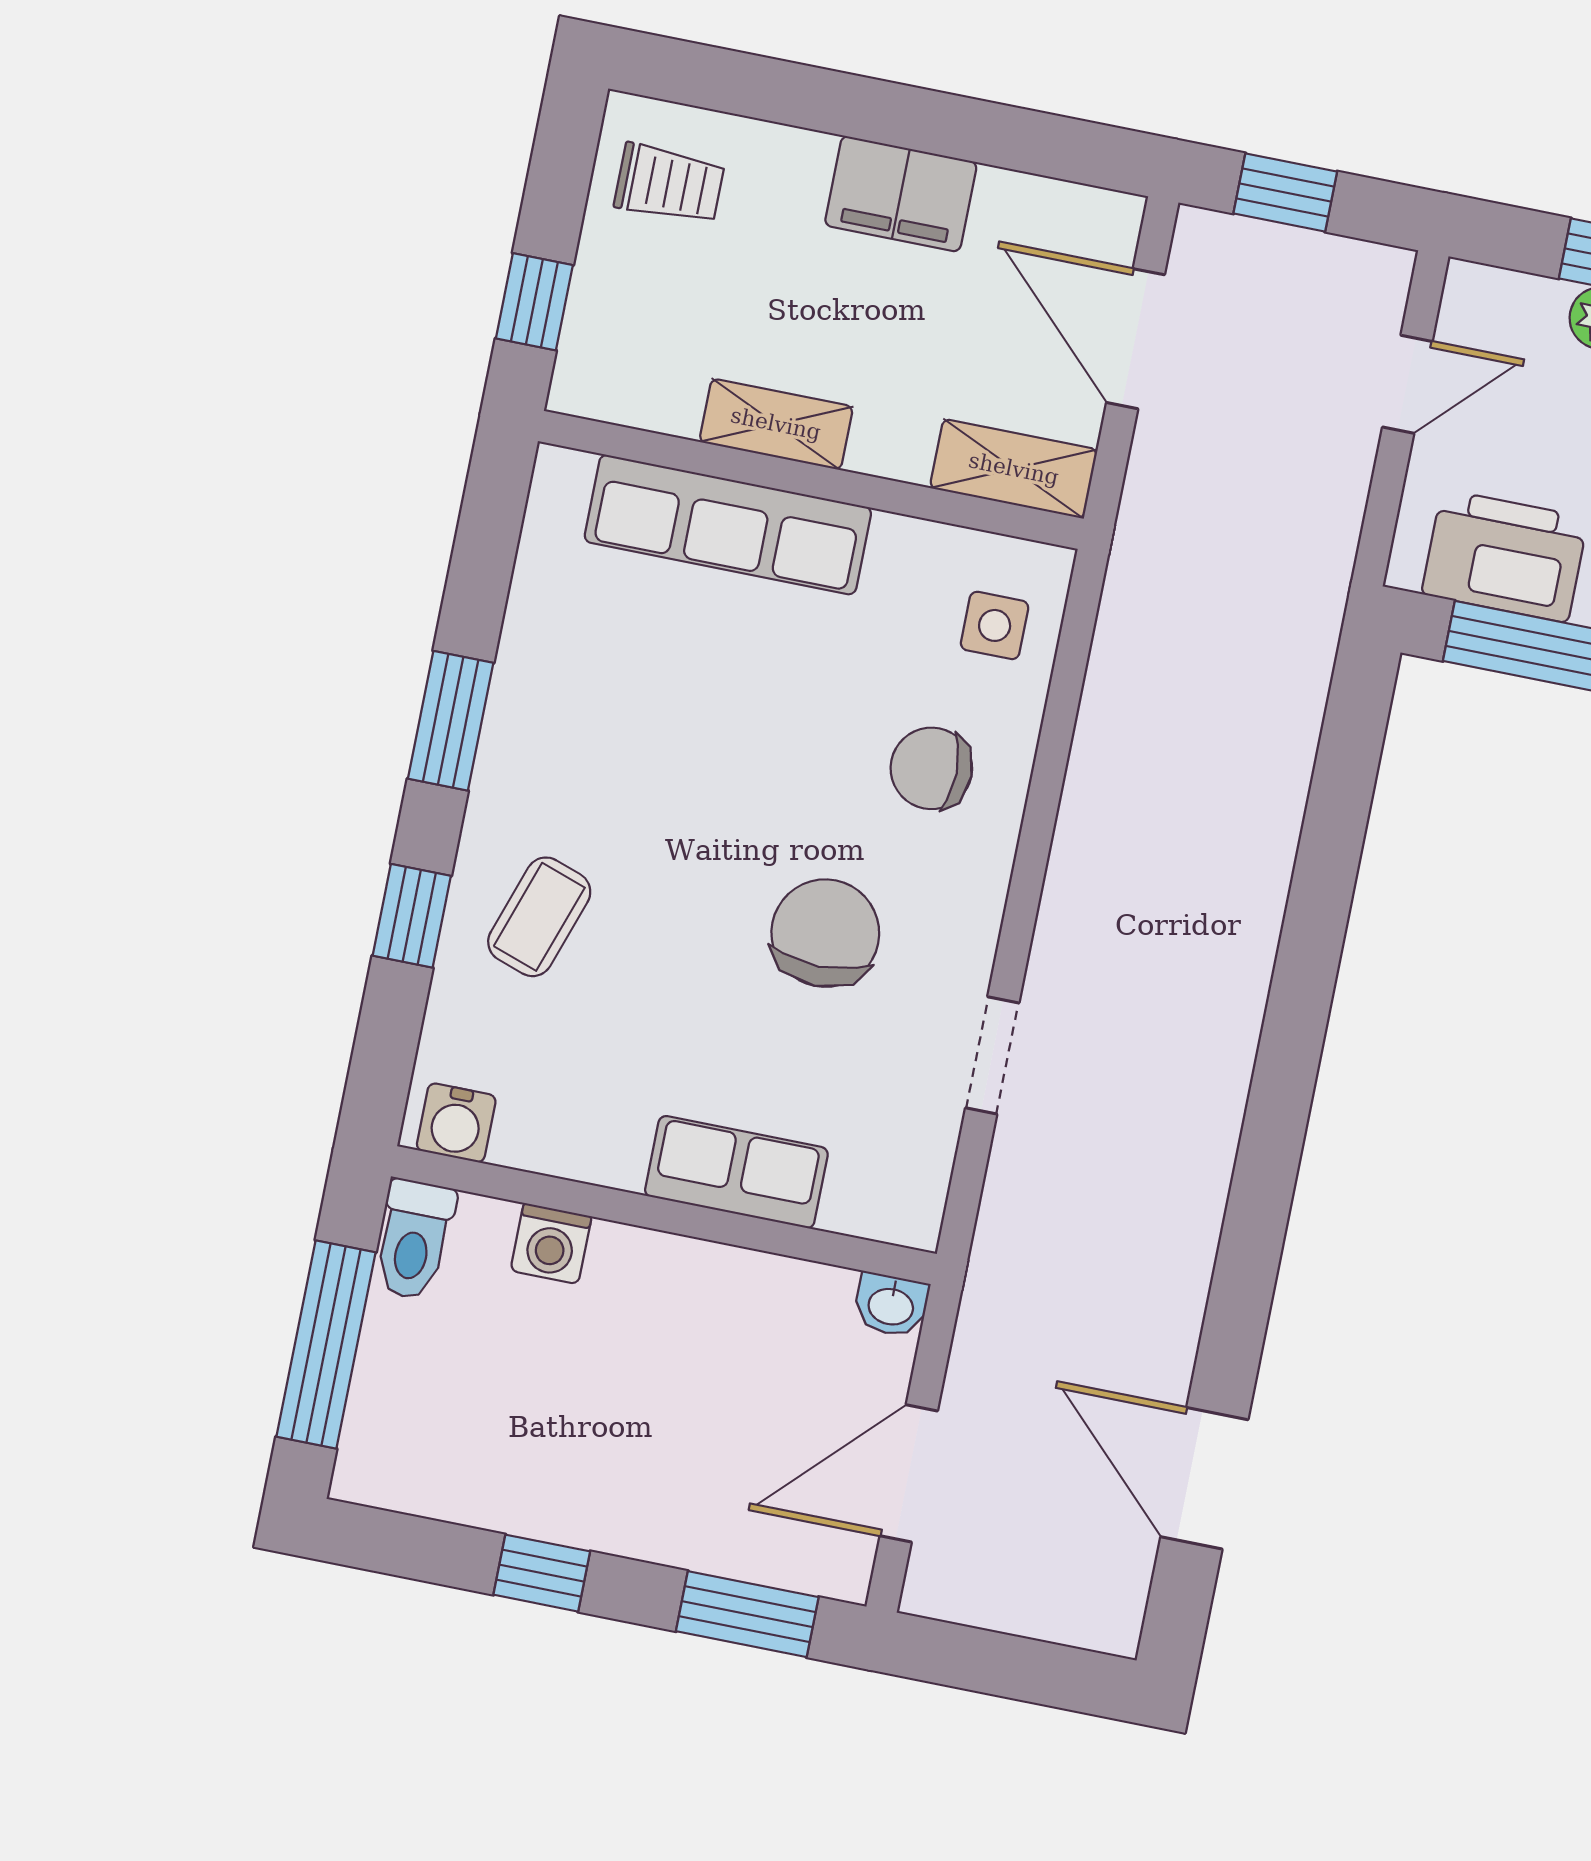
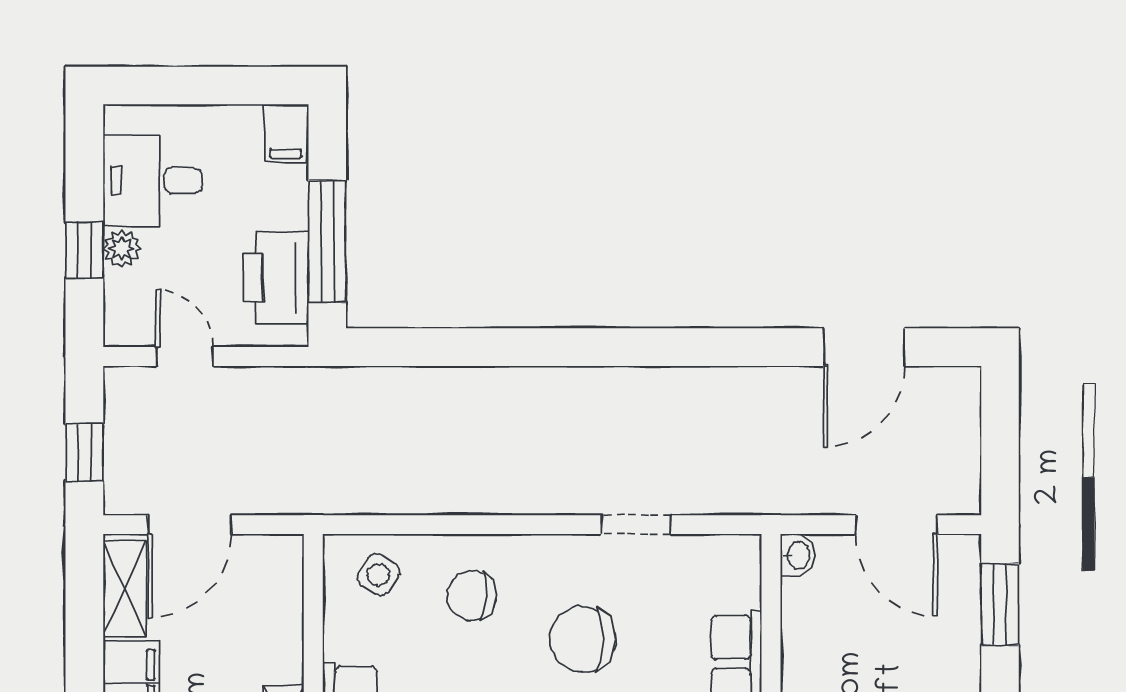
shelving: (1014, 469) -> (125, 588), moved
side table: (995, 625) -> (378, 575), turned 33
chair: (931, 768) -> (471, 595), turned 93

